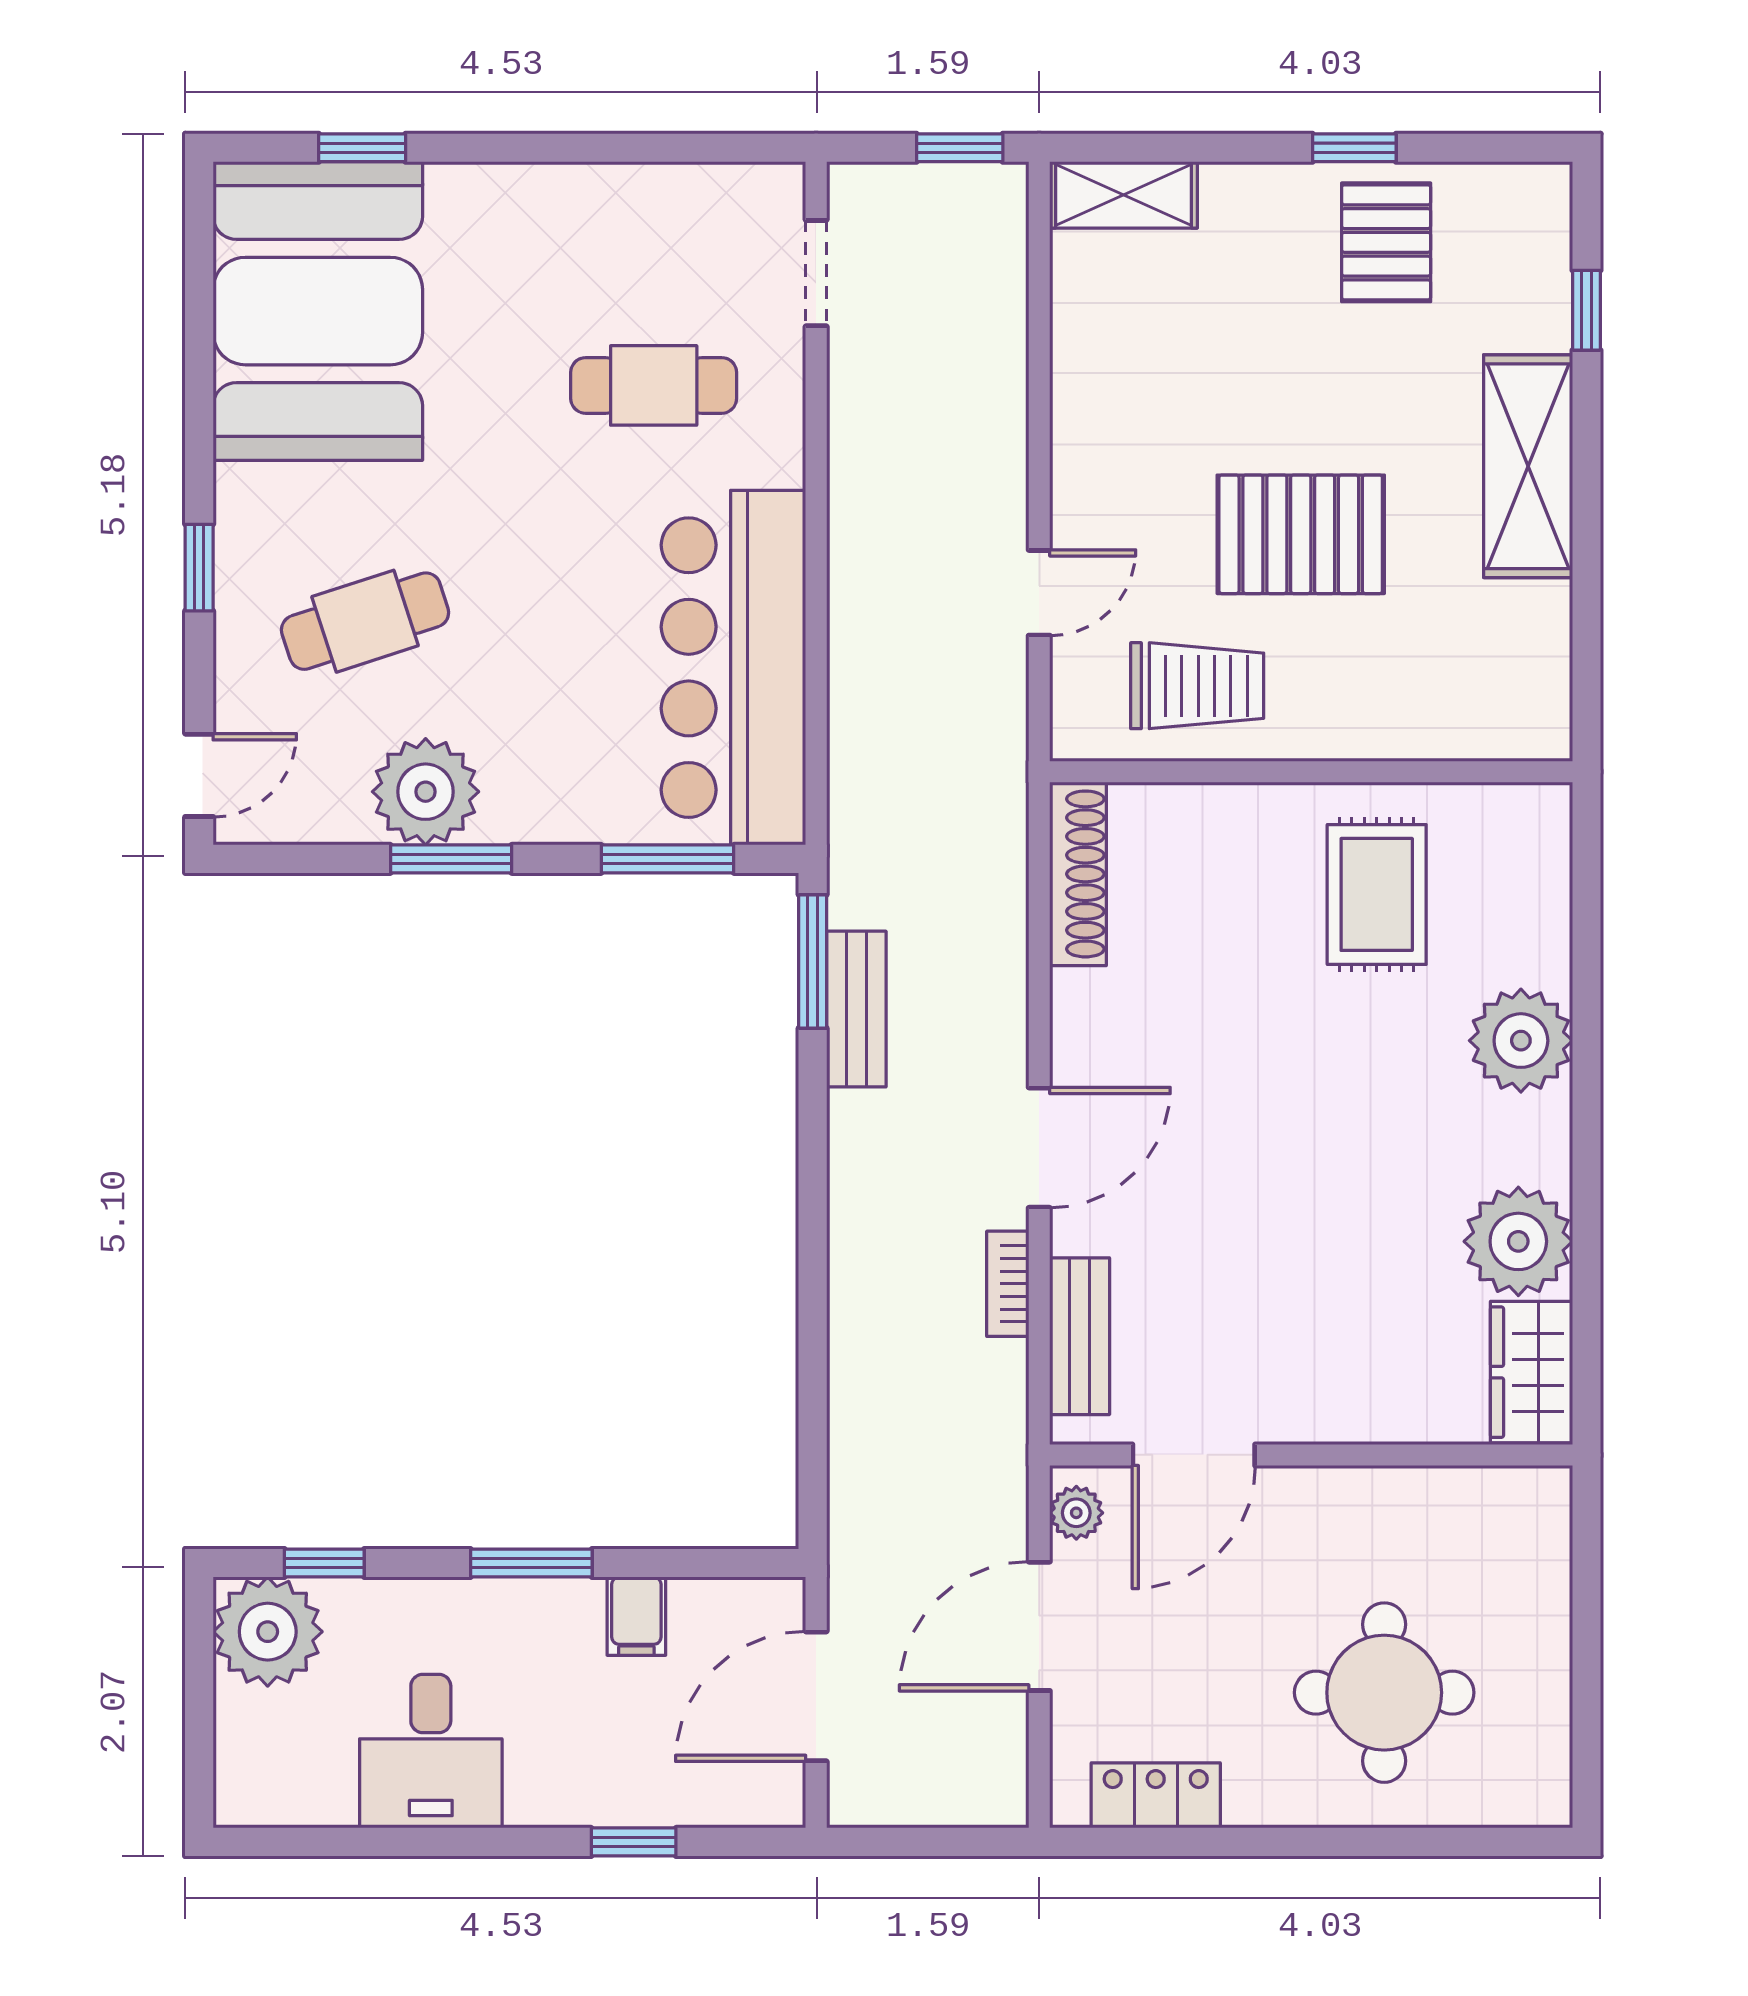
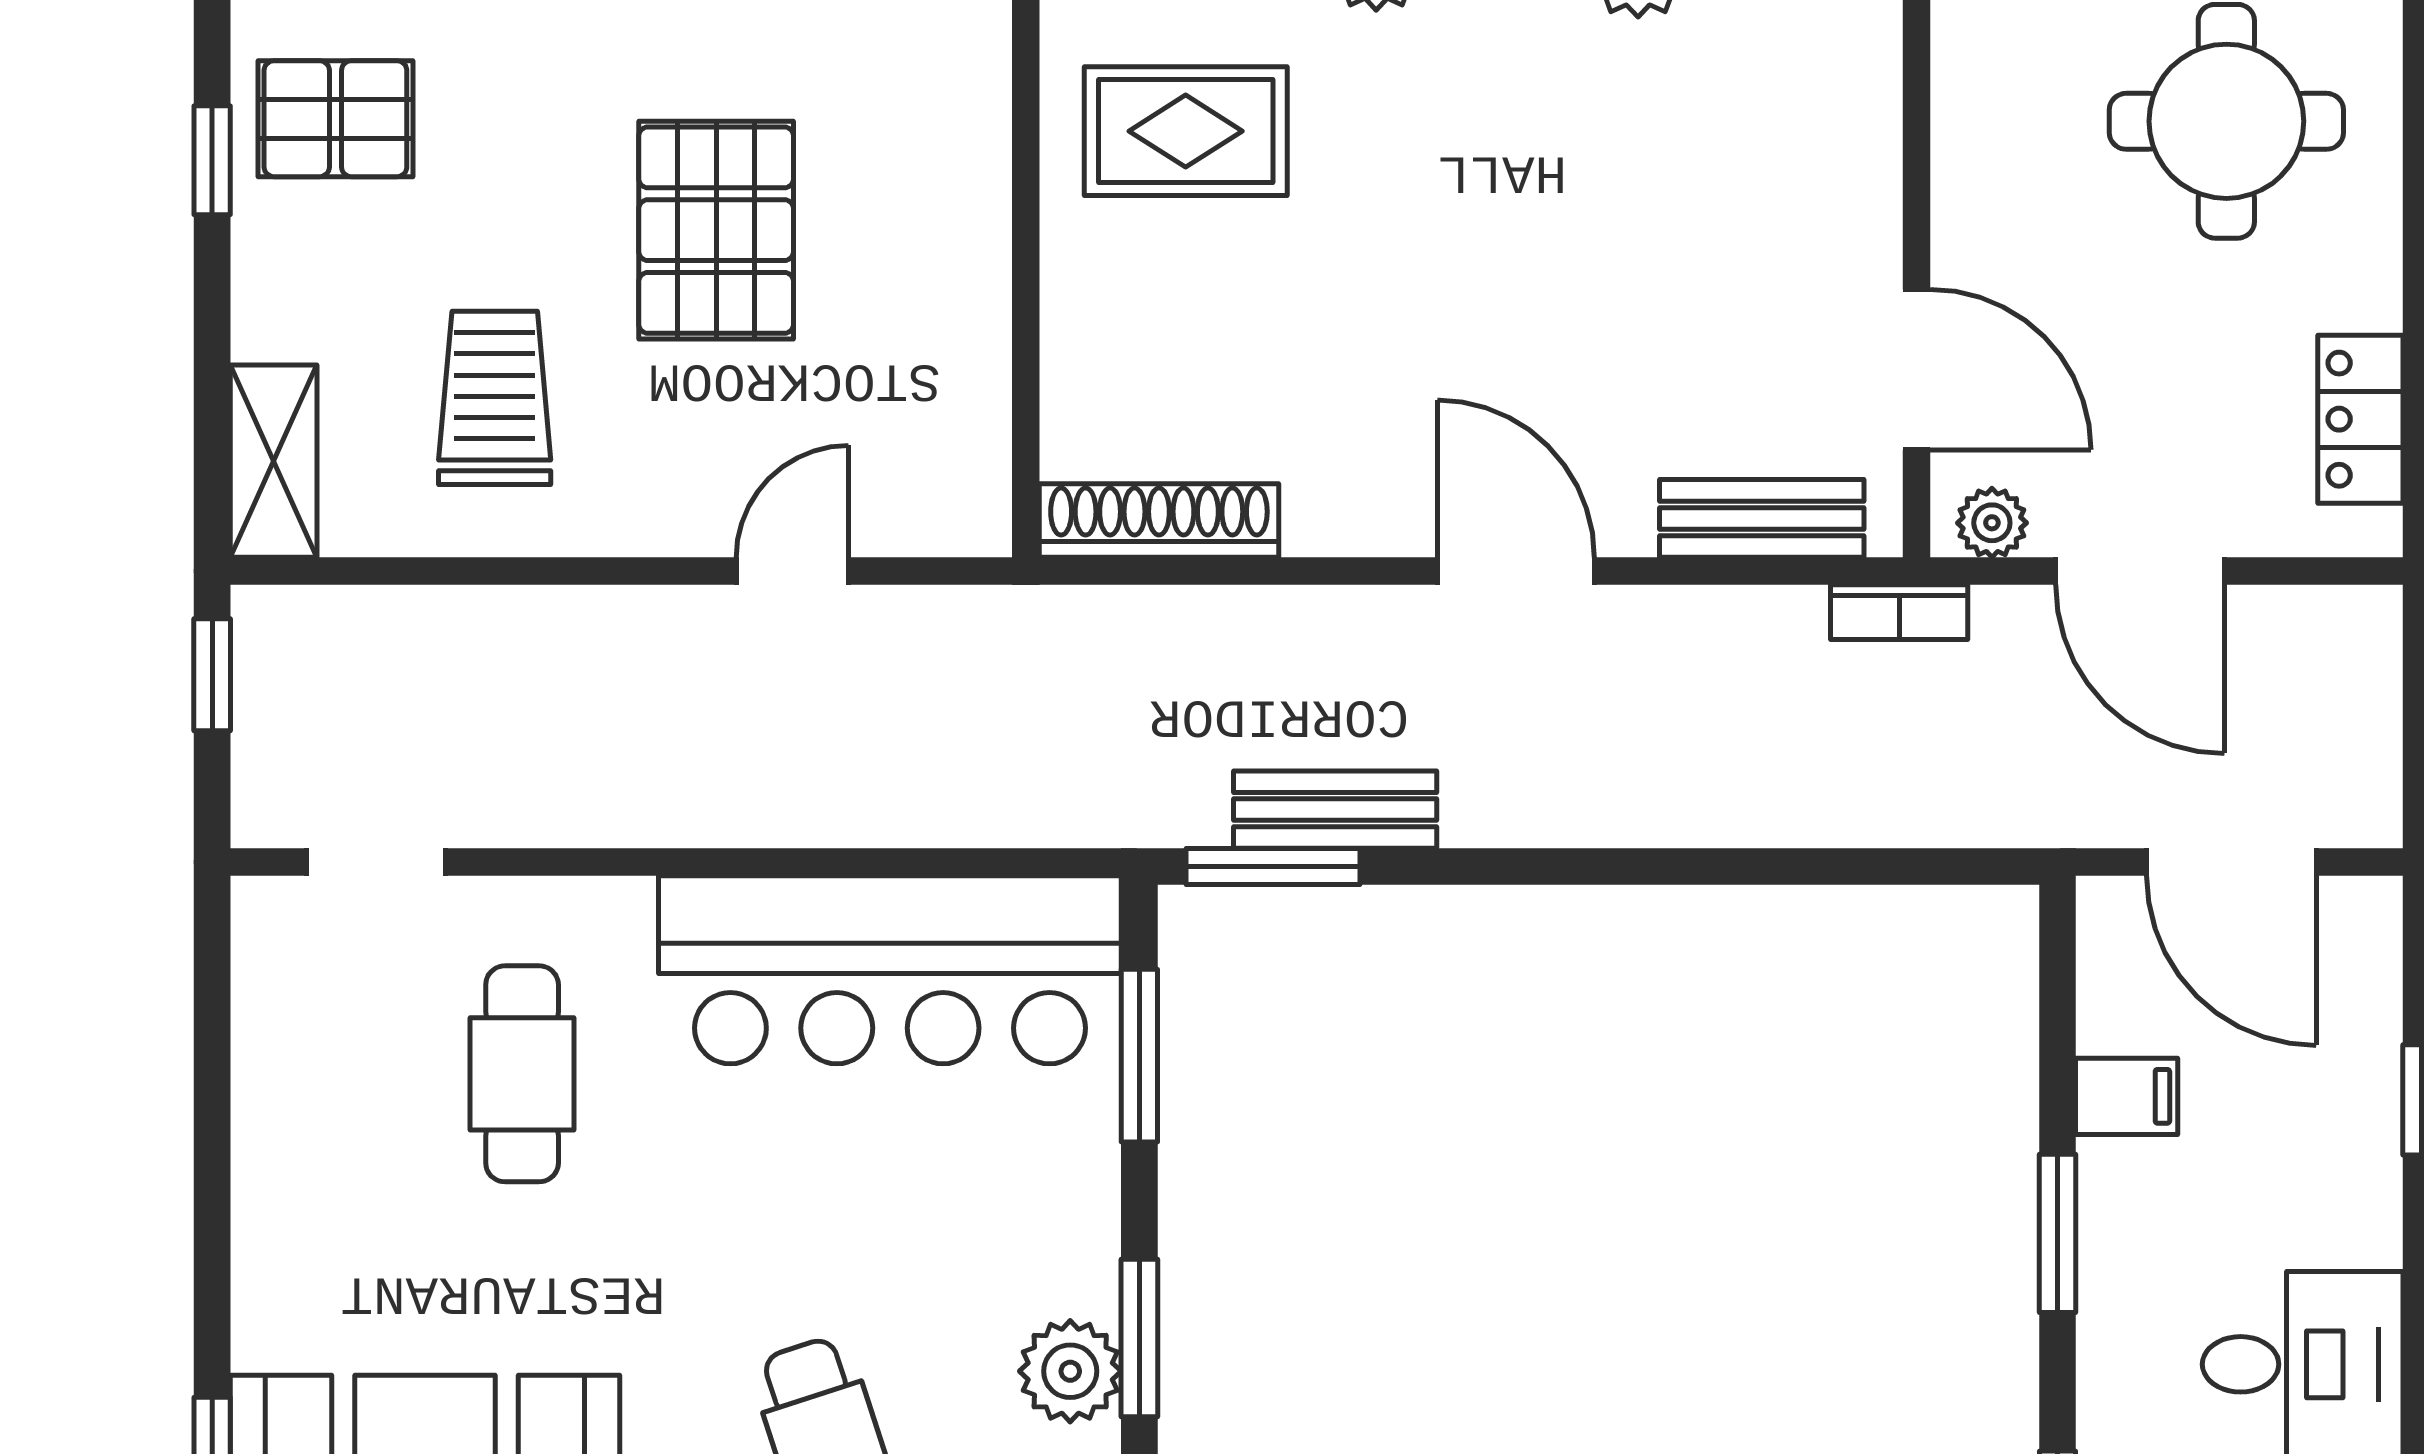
door: (1039, 593) -> (792, 571), hinge flipped
trolley: (1197, 686) -> (495, 398), moved
plant: (426, 792) -> (1070, 1371), width x0.73, depth x0.73
bookcase: (1008, 1284) -> (1899, 612), moved

